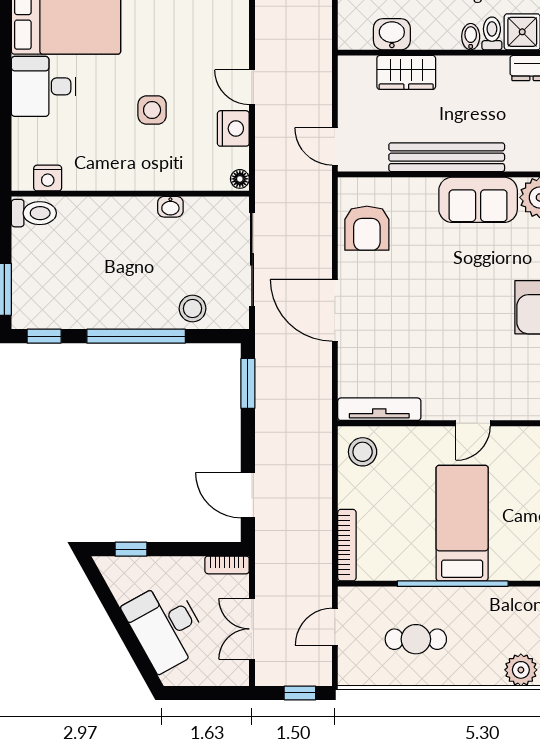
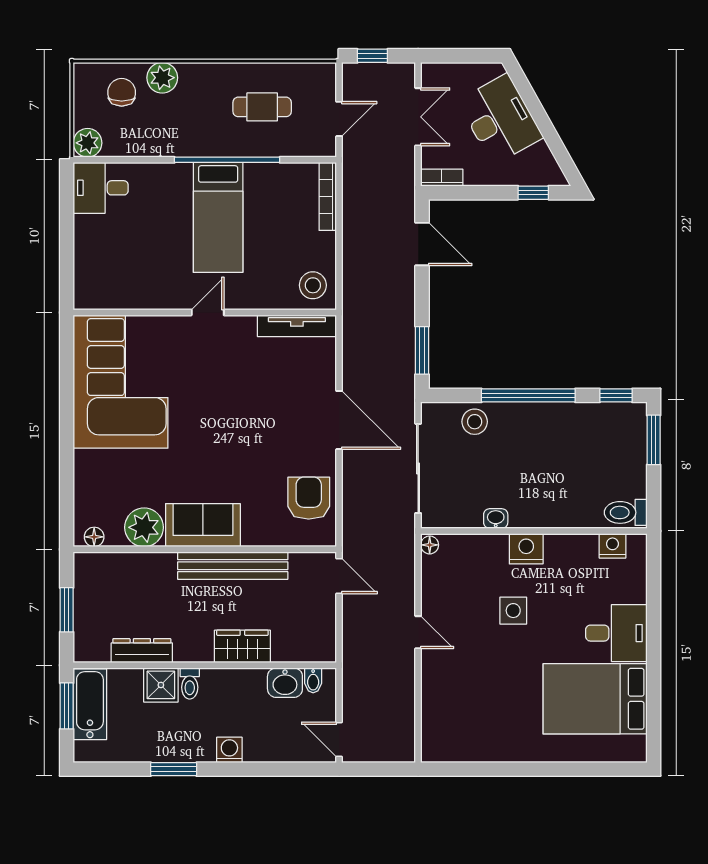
bidet: (471, 37) -> (313, 680), moved
wardrobe: (406, 72) -> (242, 646), moved
nightstand: (233, 128) -> (526, 549), moved, turned 90

